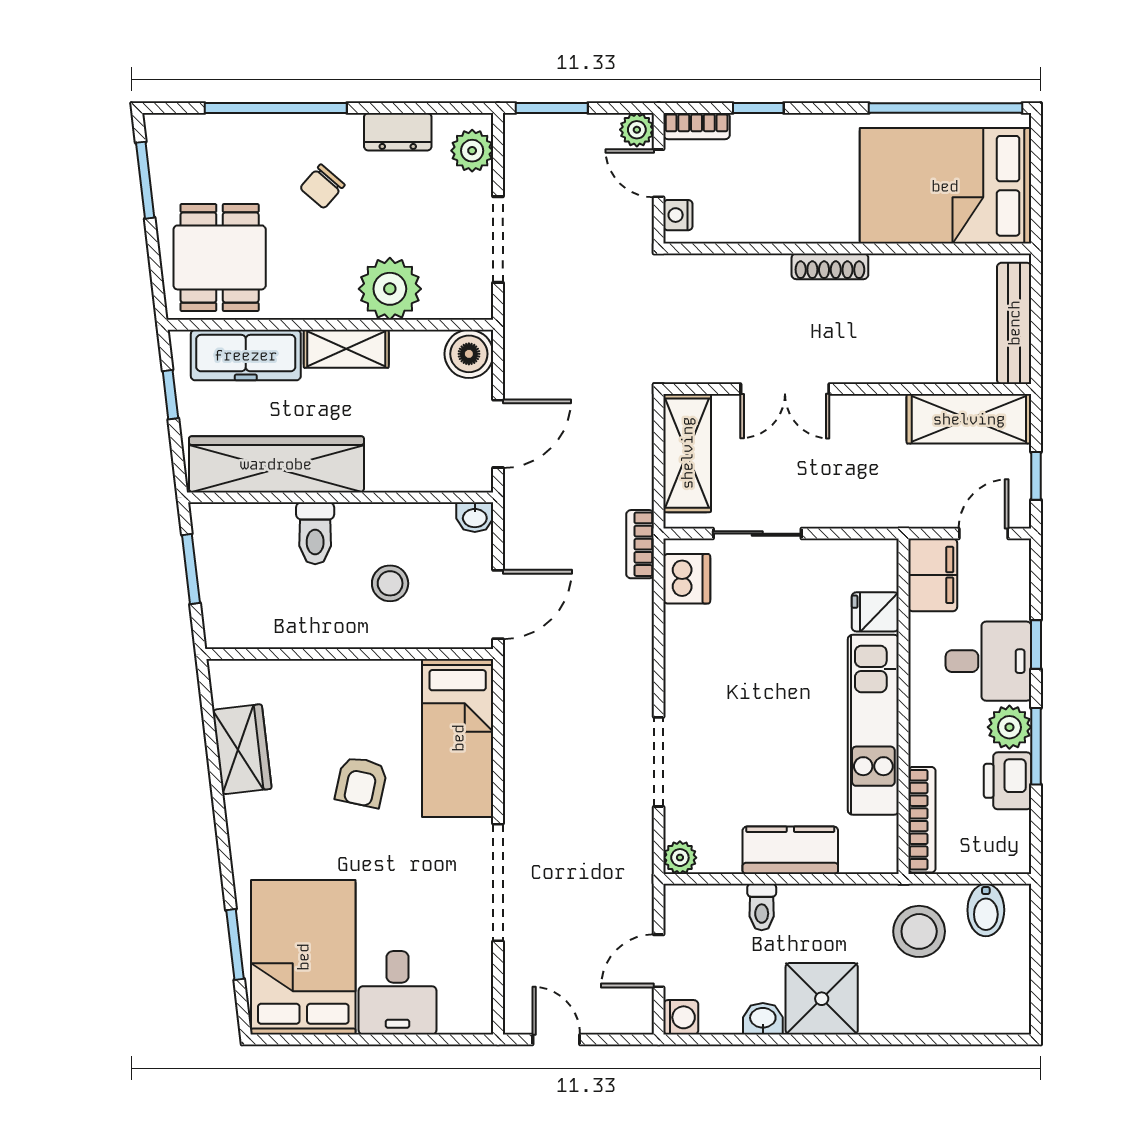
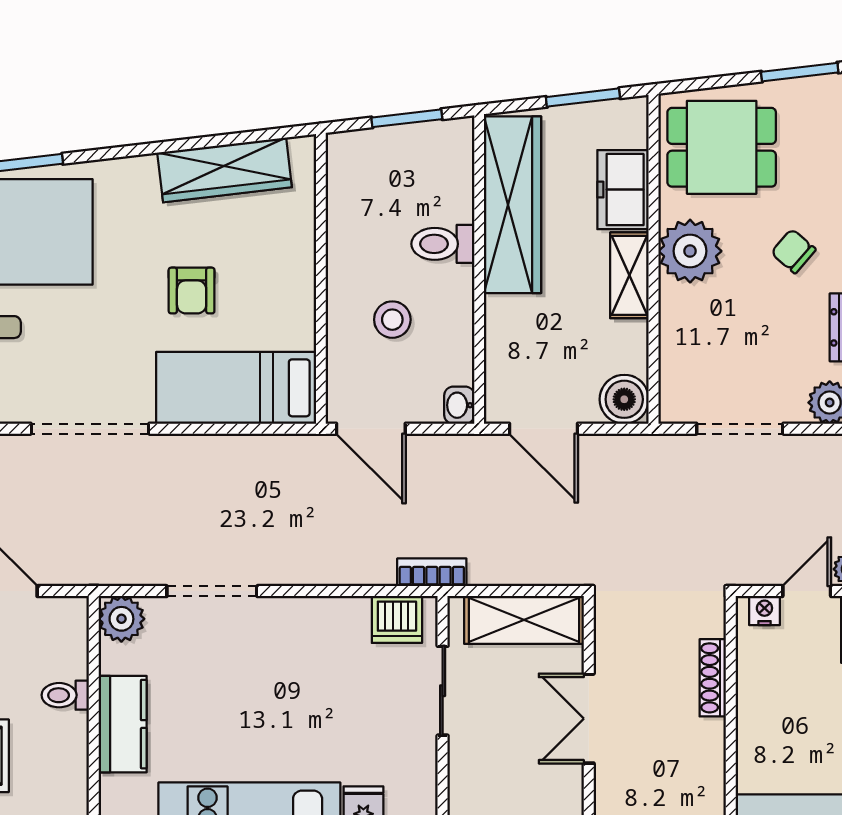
shoe rack: (830, 266) -> (713, 678), moved
plant: (390, 289) -> (690, 251), moved
freezer: (246, 355) -> (623, 190), width x0.71
window: (170, 395) -> (583, 98), width x1.50
wardrobe: (242, 749) -> (225, 170), width x1.50
armchair: (361, 782) -> (192, 291), turned -102
plant: (680, 858) -> (121, 619), width x1.38, depth x1.38

